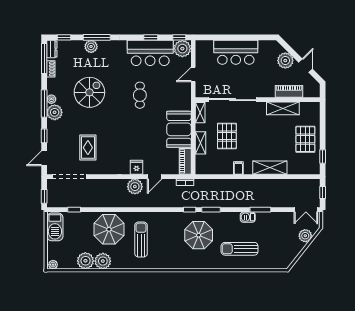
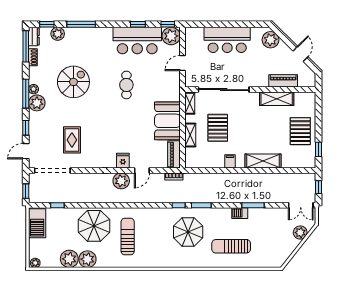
plant: (91, 46) -> (58, 34), moved
plant: (285, 61) -> (270, 40), moved

